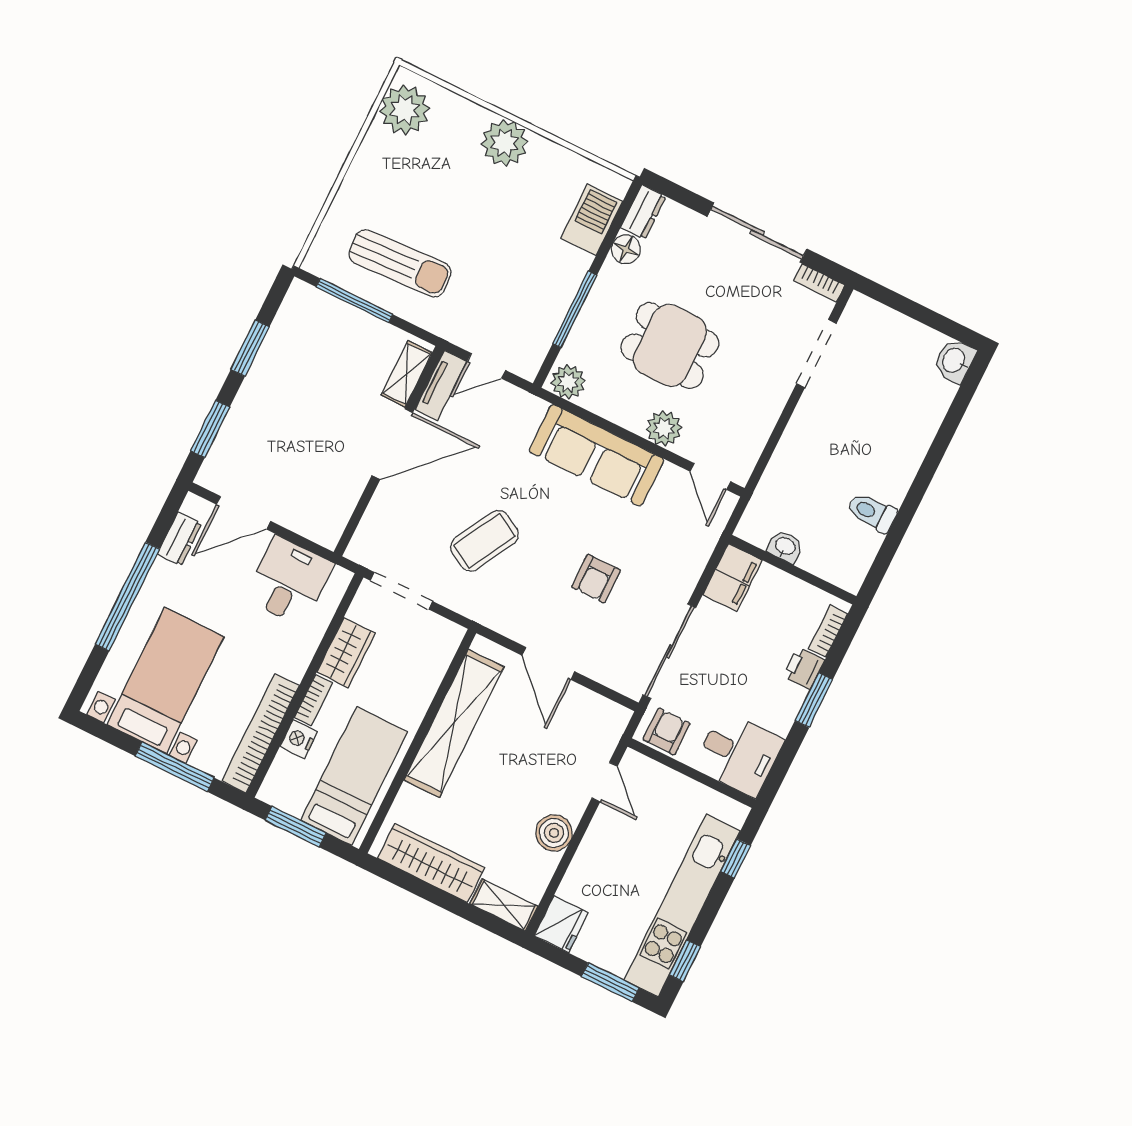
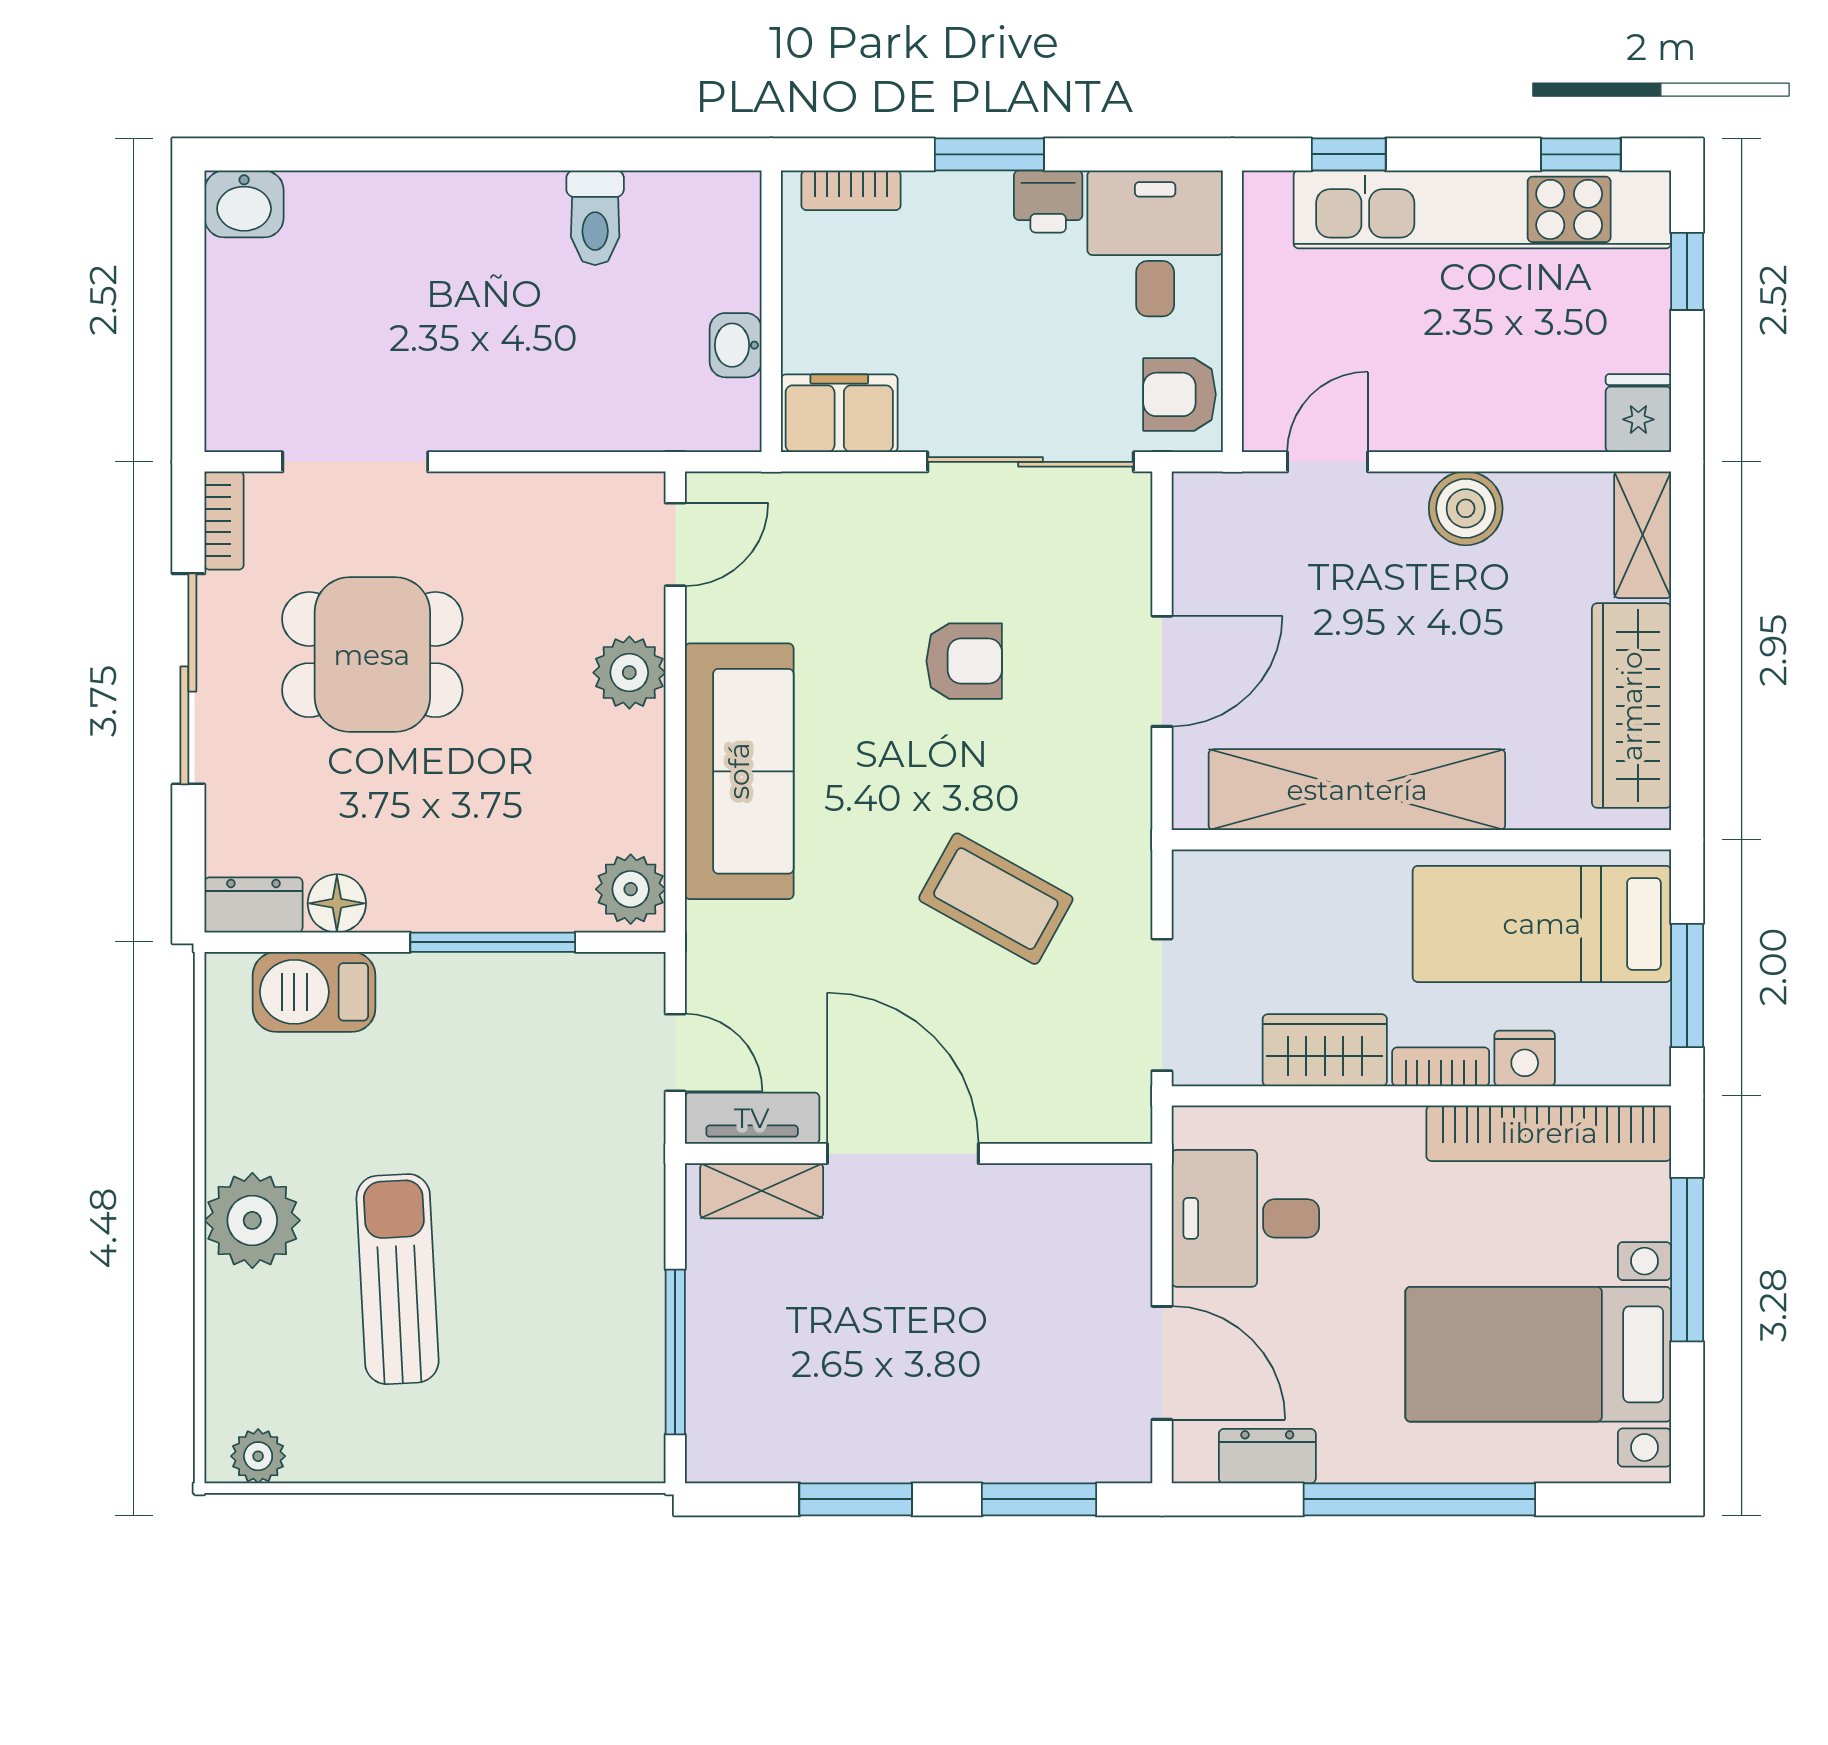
plant: (405, 110) -> (258, 1456), width x0.53, depth x0.53
sun lounger: (400, 263) -> (398, 1279), moved
dining table: (670, 346) -> (372, 655), moved, turned 90
printer: (804, 668) -> (1048, 201), moved
fridge: (561, 924) -> (1638, 413), width x0.72
window: (610, 982) -> (1687, 271), width x0.67

